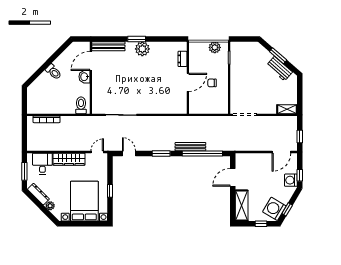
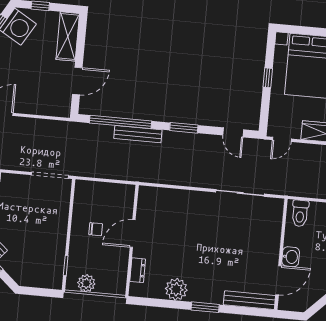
plant: (142, 49) -> (176, 289), moved

